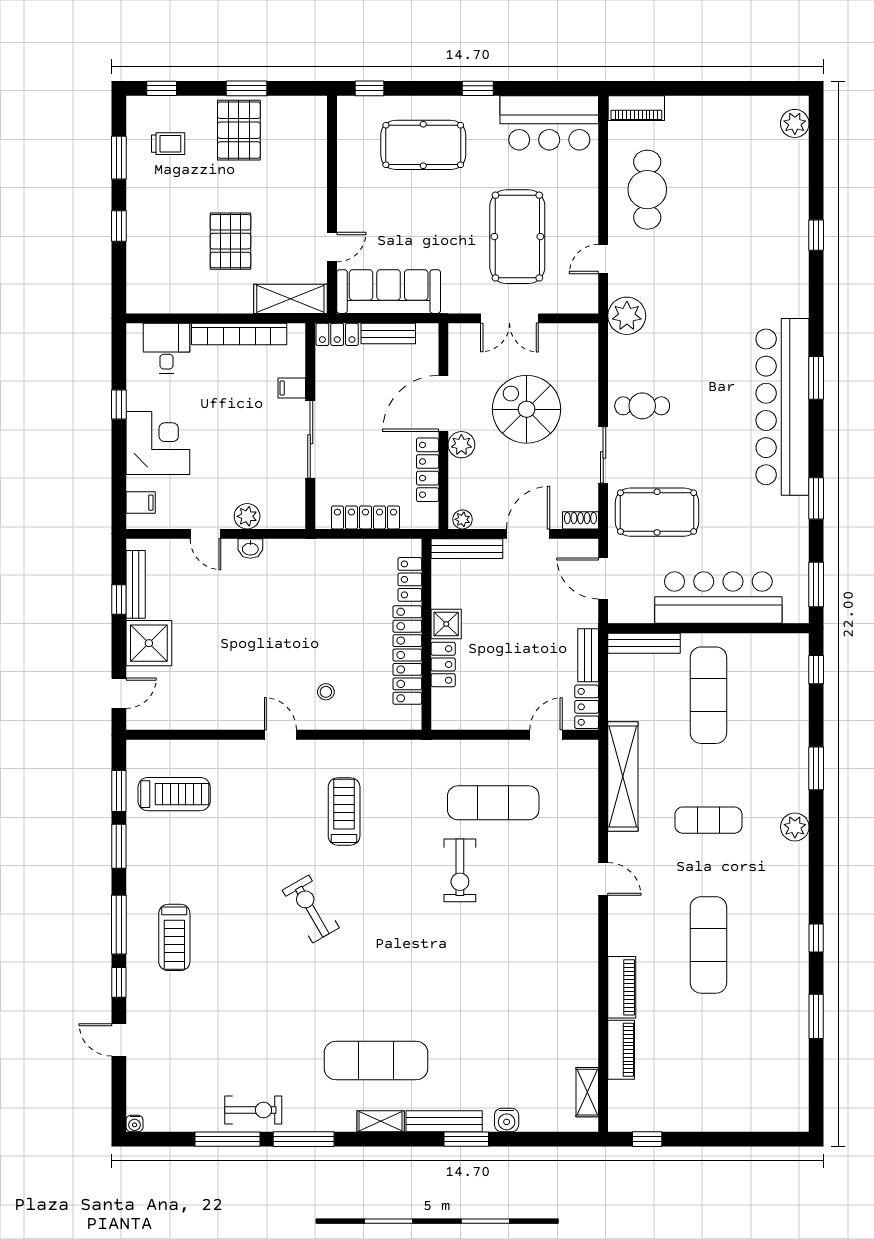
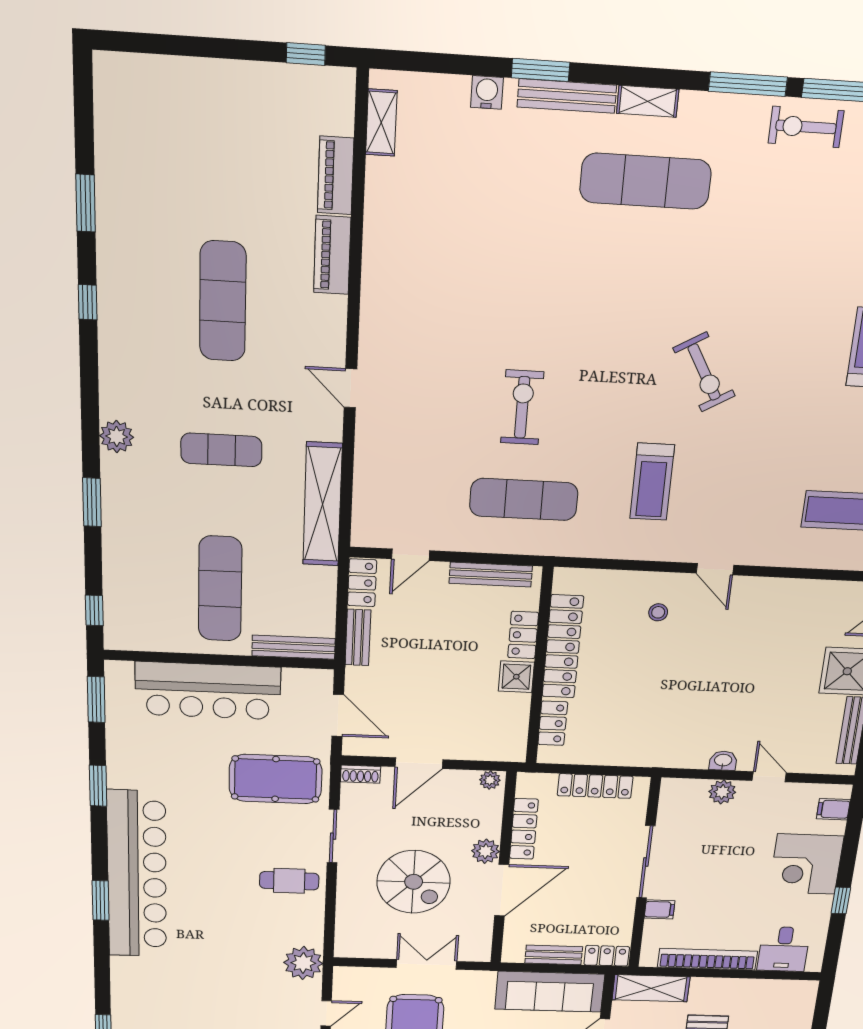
bench: (467, 549) -> (491, 575), moved
exercise mat: (493, 803) -> (524, 499), moved

